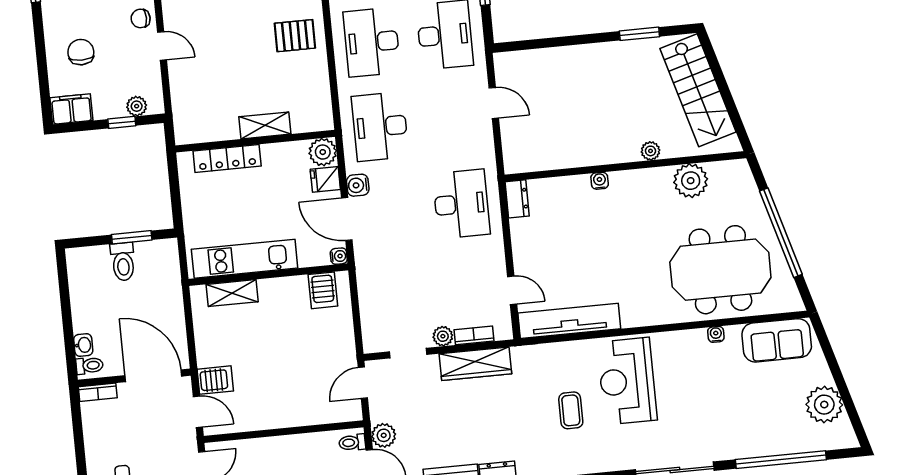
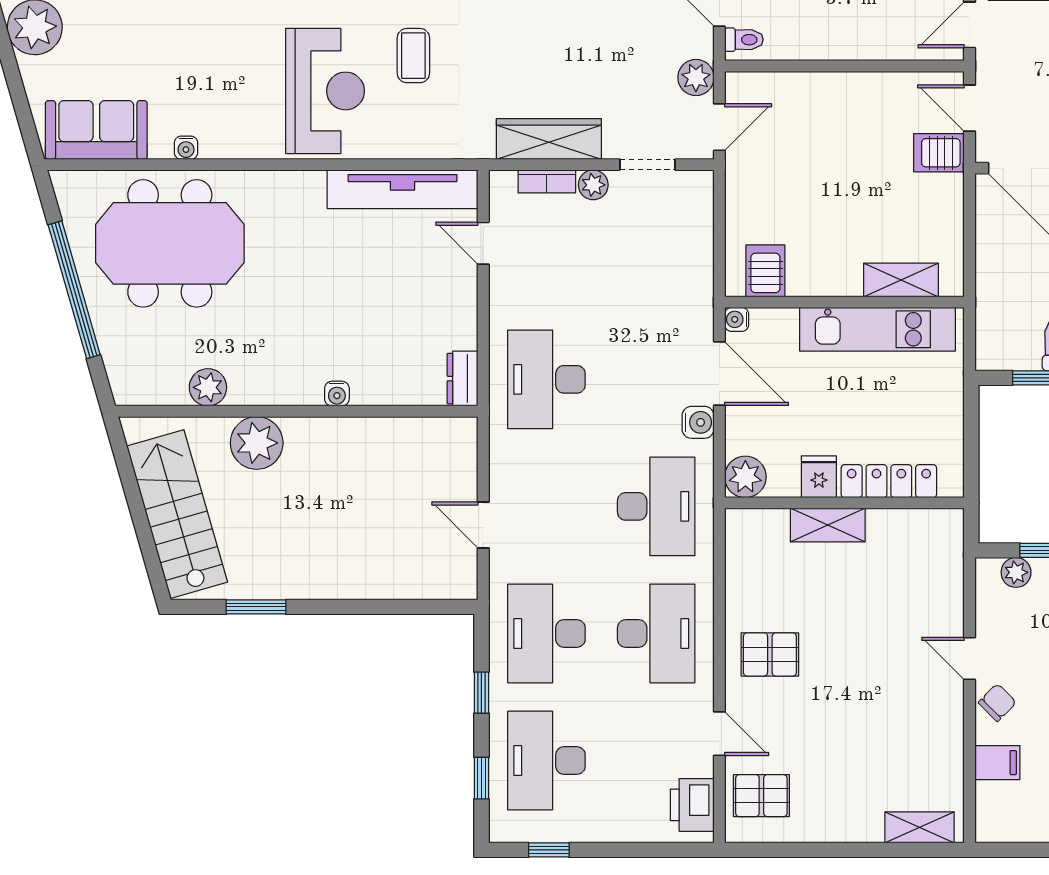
chair: (141, 18) -> (997, 703), turned -45
plant: (650, 151) -> (257, 443), width x1.87, depth x1.87
fridge: (325, 179) -> (819, 477), moved, turned -90
plant: (691, 181) -> (208, 387), width x0.73, depth x0.73
plant: (384, 435) -> (696, 77), moved

